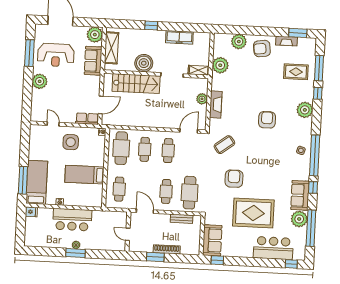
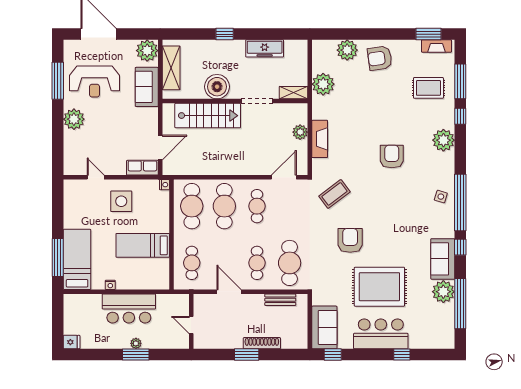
fireplace: (287, 41) -> (437, 46), moved
cafe table: (145, 149) -> (224, 206), width x1.37, depth x1.35
fridge: (31, 212) -> (72, 342), moved
wall: (128, 232) -> (191, 321), moved
door: (128, 234) -> (191, 325), moved
bar counter: (273, 248) -> (381, 334), moved
window: (291, 264) -> (402, 355), moved

